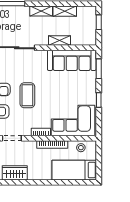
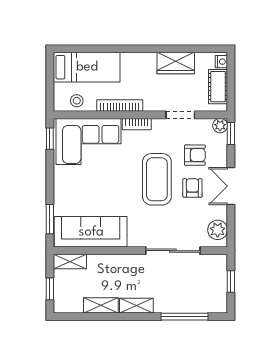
shelving: (60, 40) -> (70, 261), moved
coffee table: (27, 95) -> (157, 179), width x1.36, depth x1.32
window: (99, 100) -> (50, 139), moved

